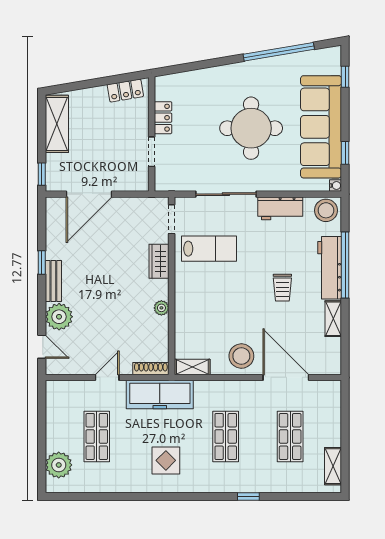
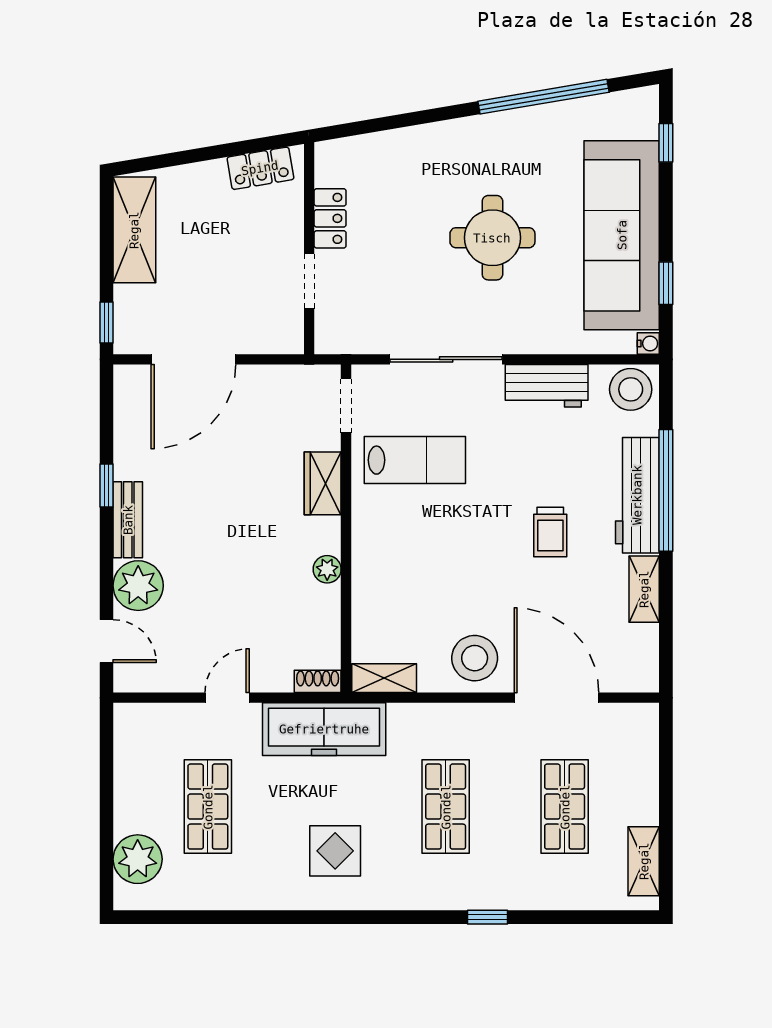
round table: (251, 128) -> (492, 238), width x0.73, depth x0.73
shoe rack: (151, 369) -> (318, 681), width x0.70

